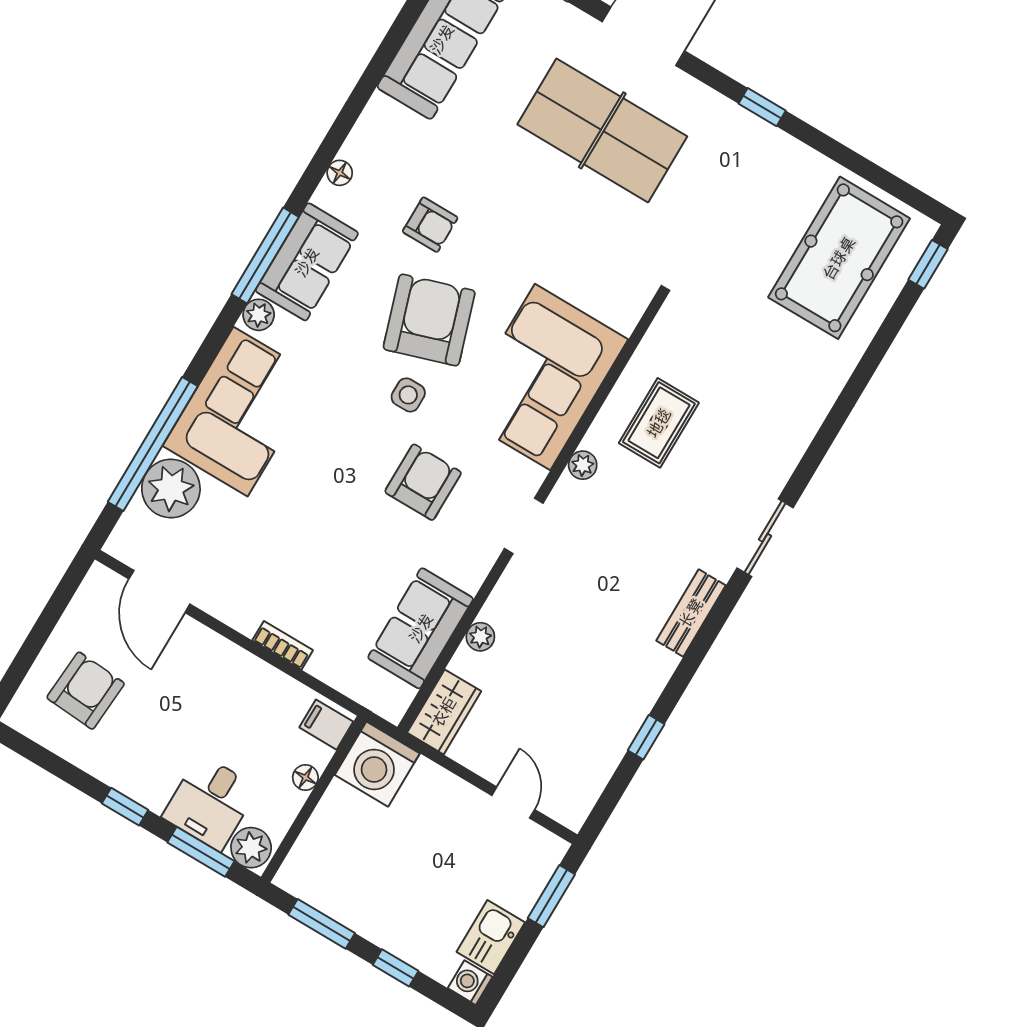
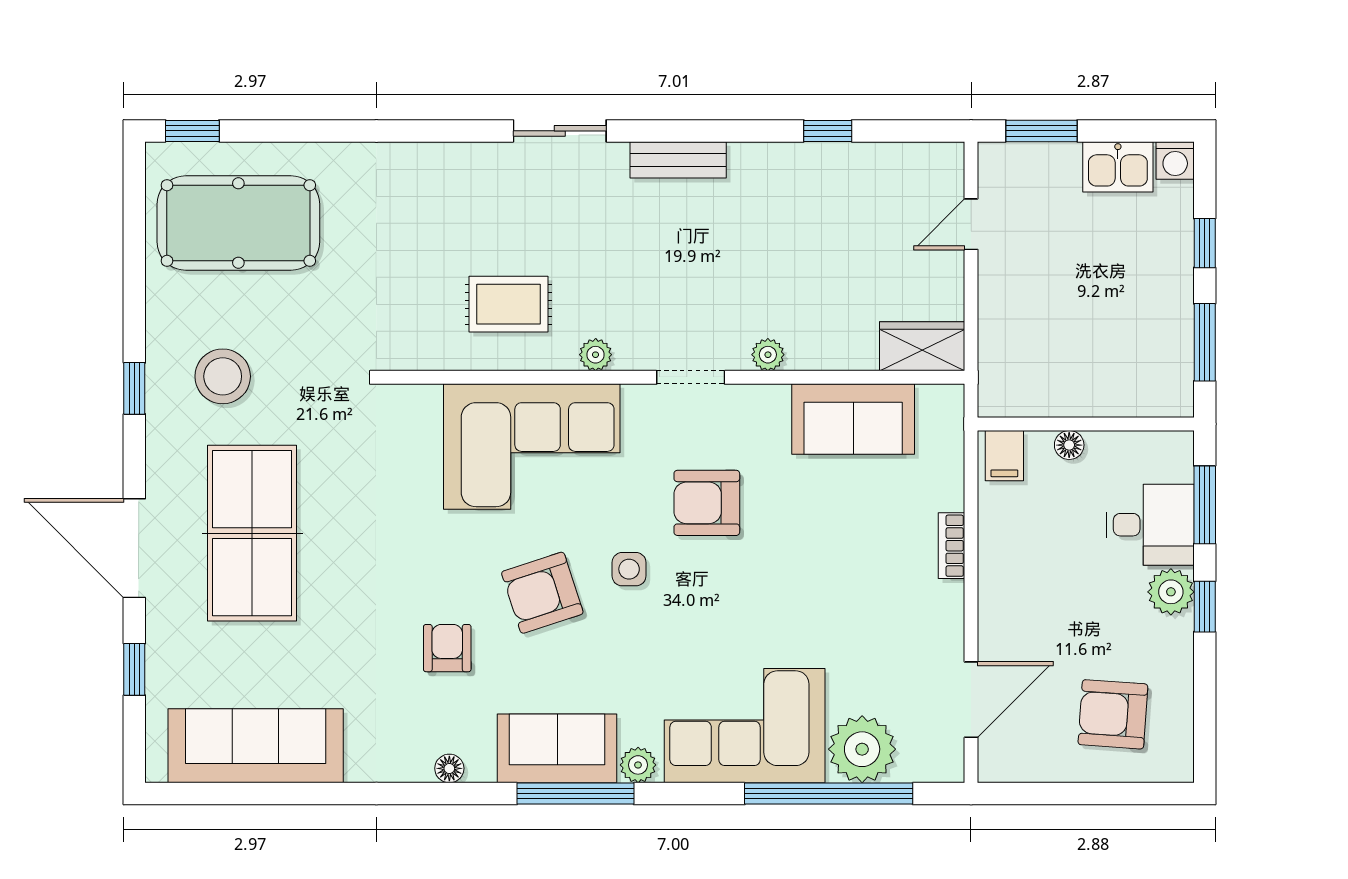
stool: (732, 178) -> (223, 376), added
armchair: (429, 320) -> (542, 593), width x0.73, depth x0.73
plant: (480, 637) -> (768, 355), moved
washing machine: (377, 764) -> (1013, 382), removed
plant: (251, 848) -> (1171, 592), moved

